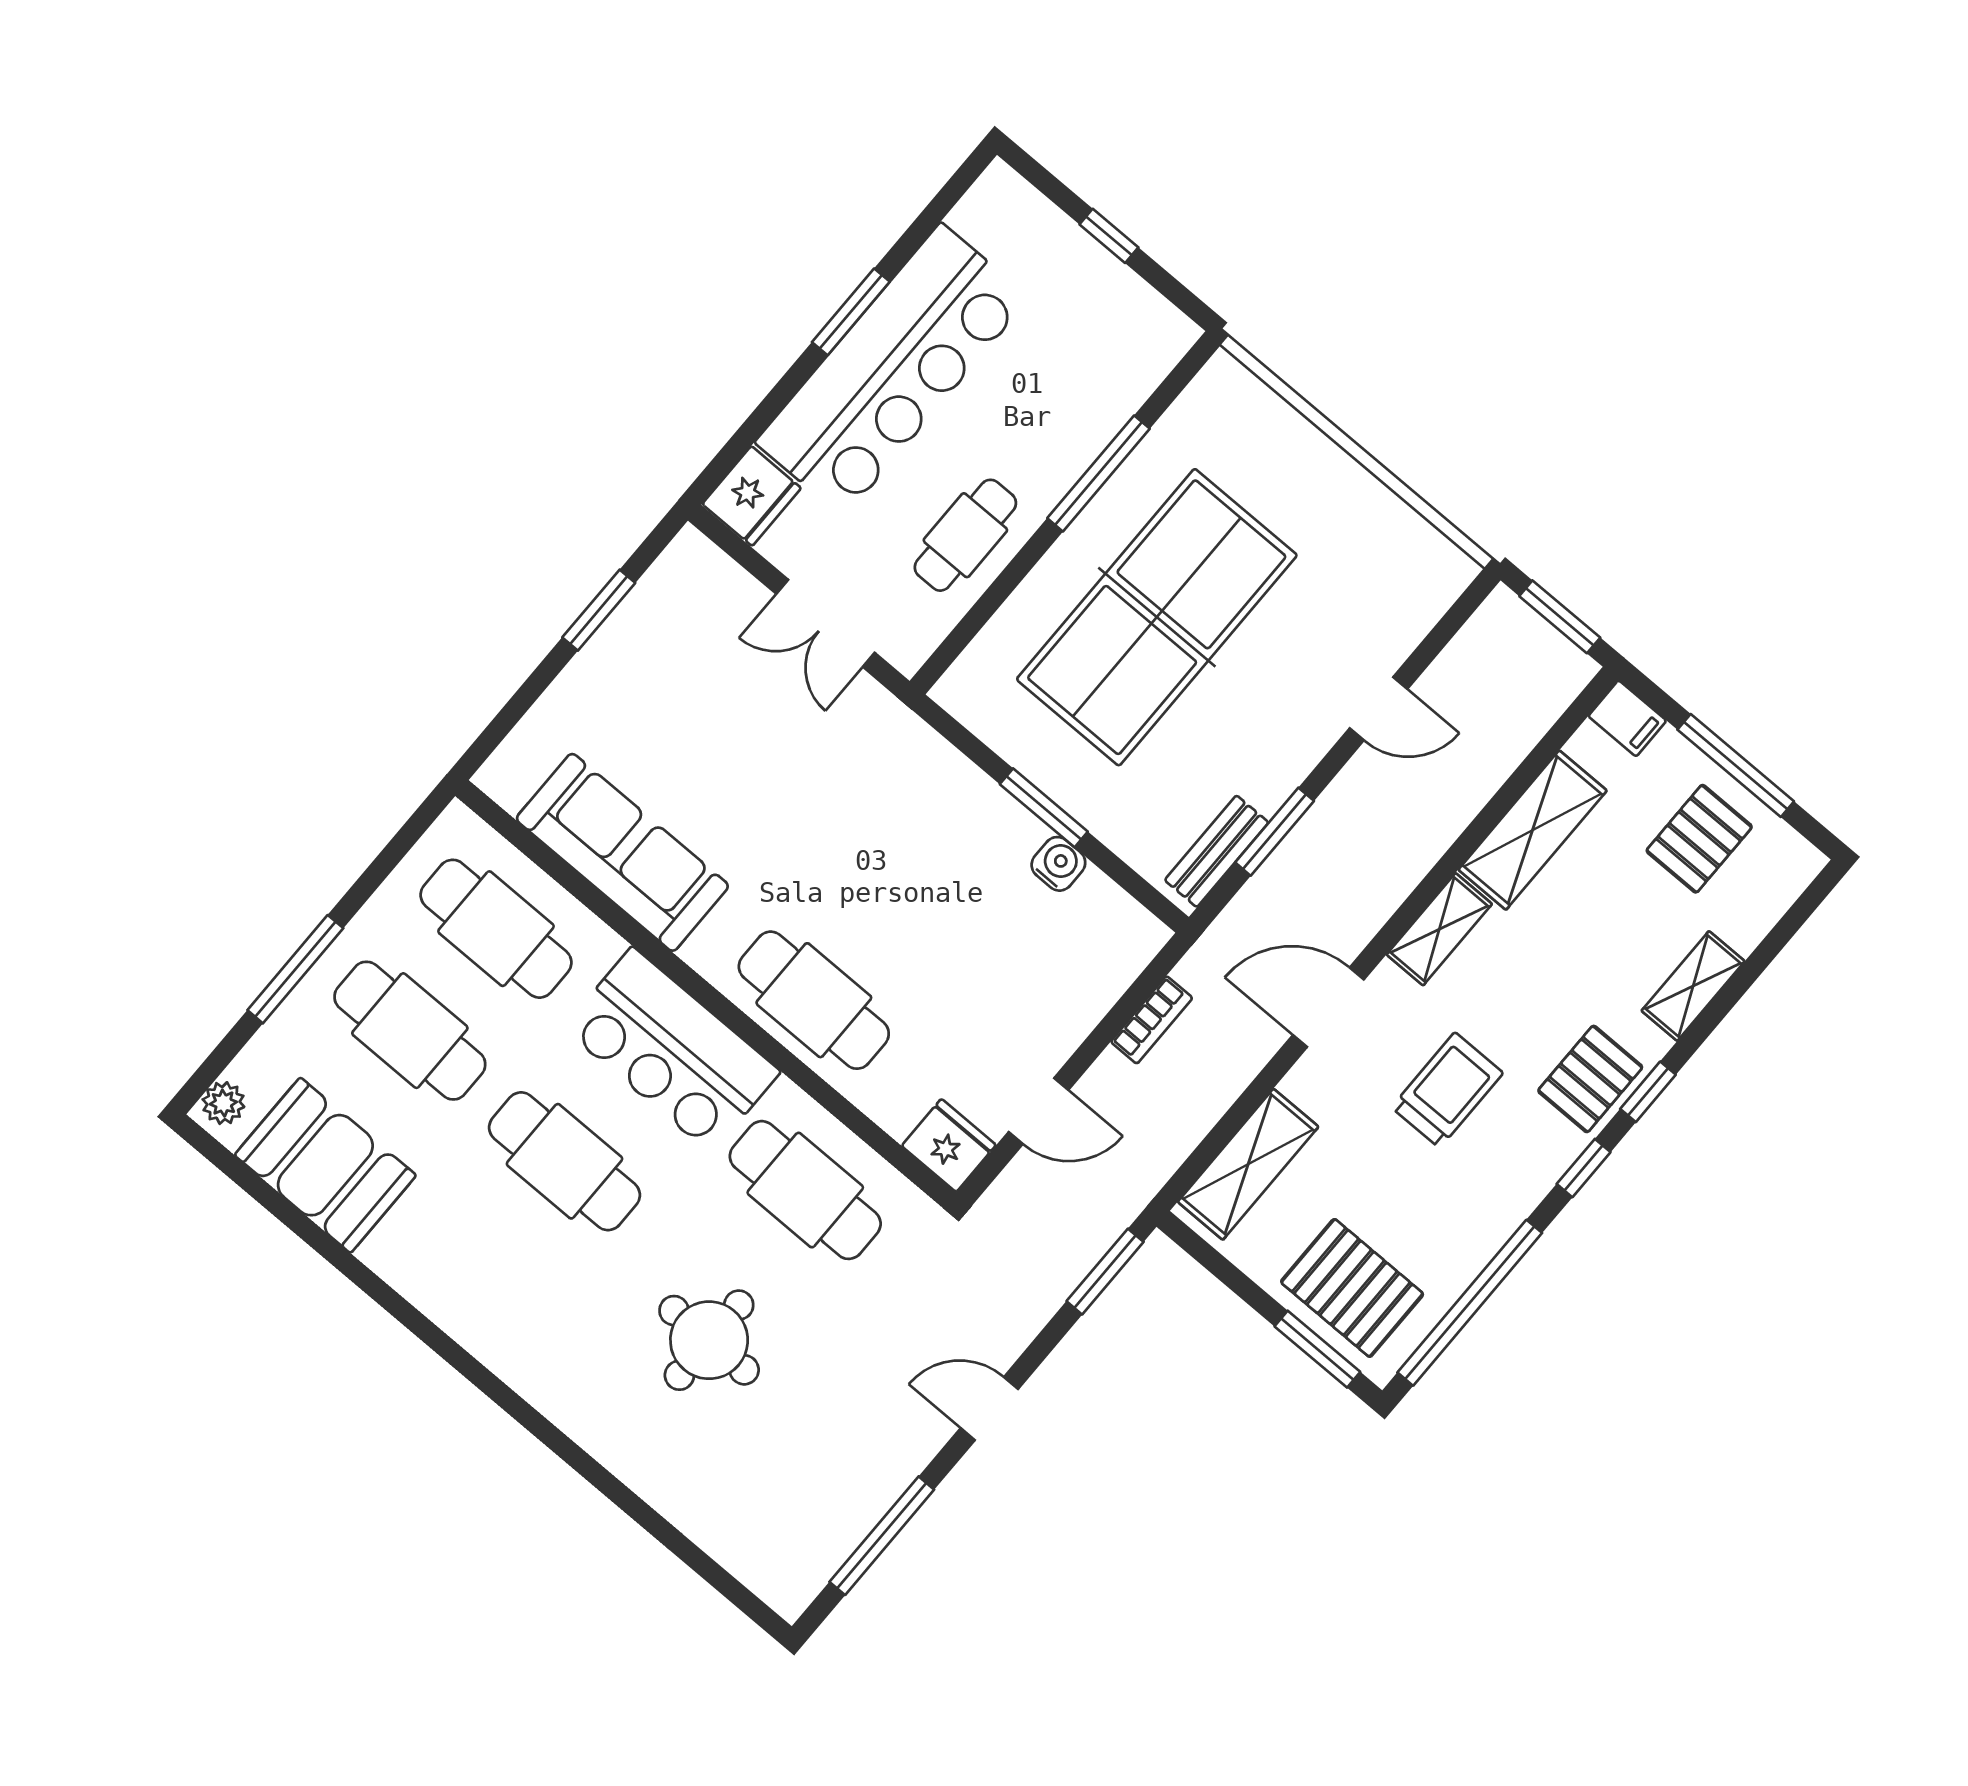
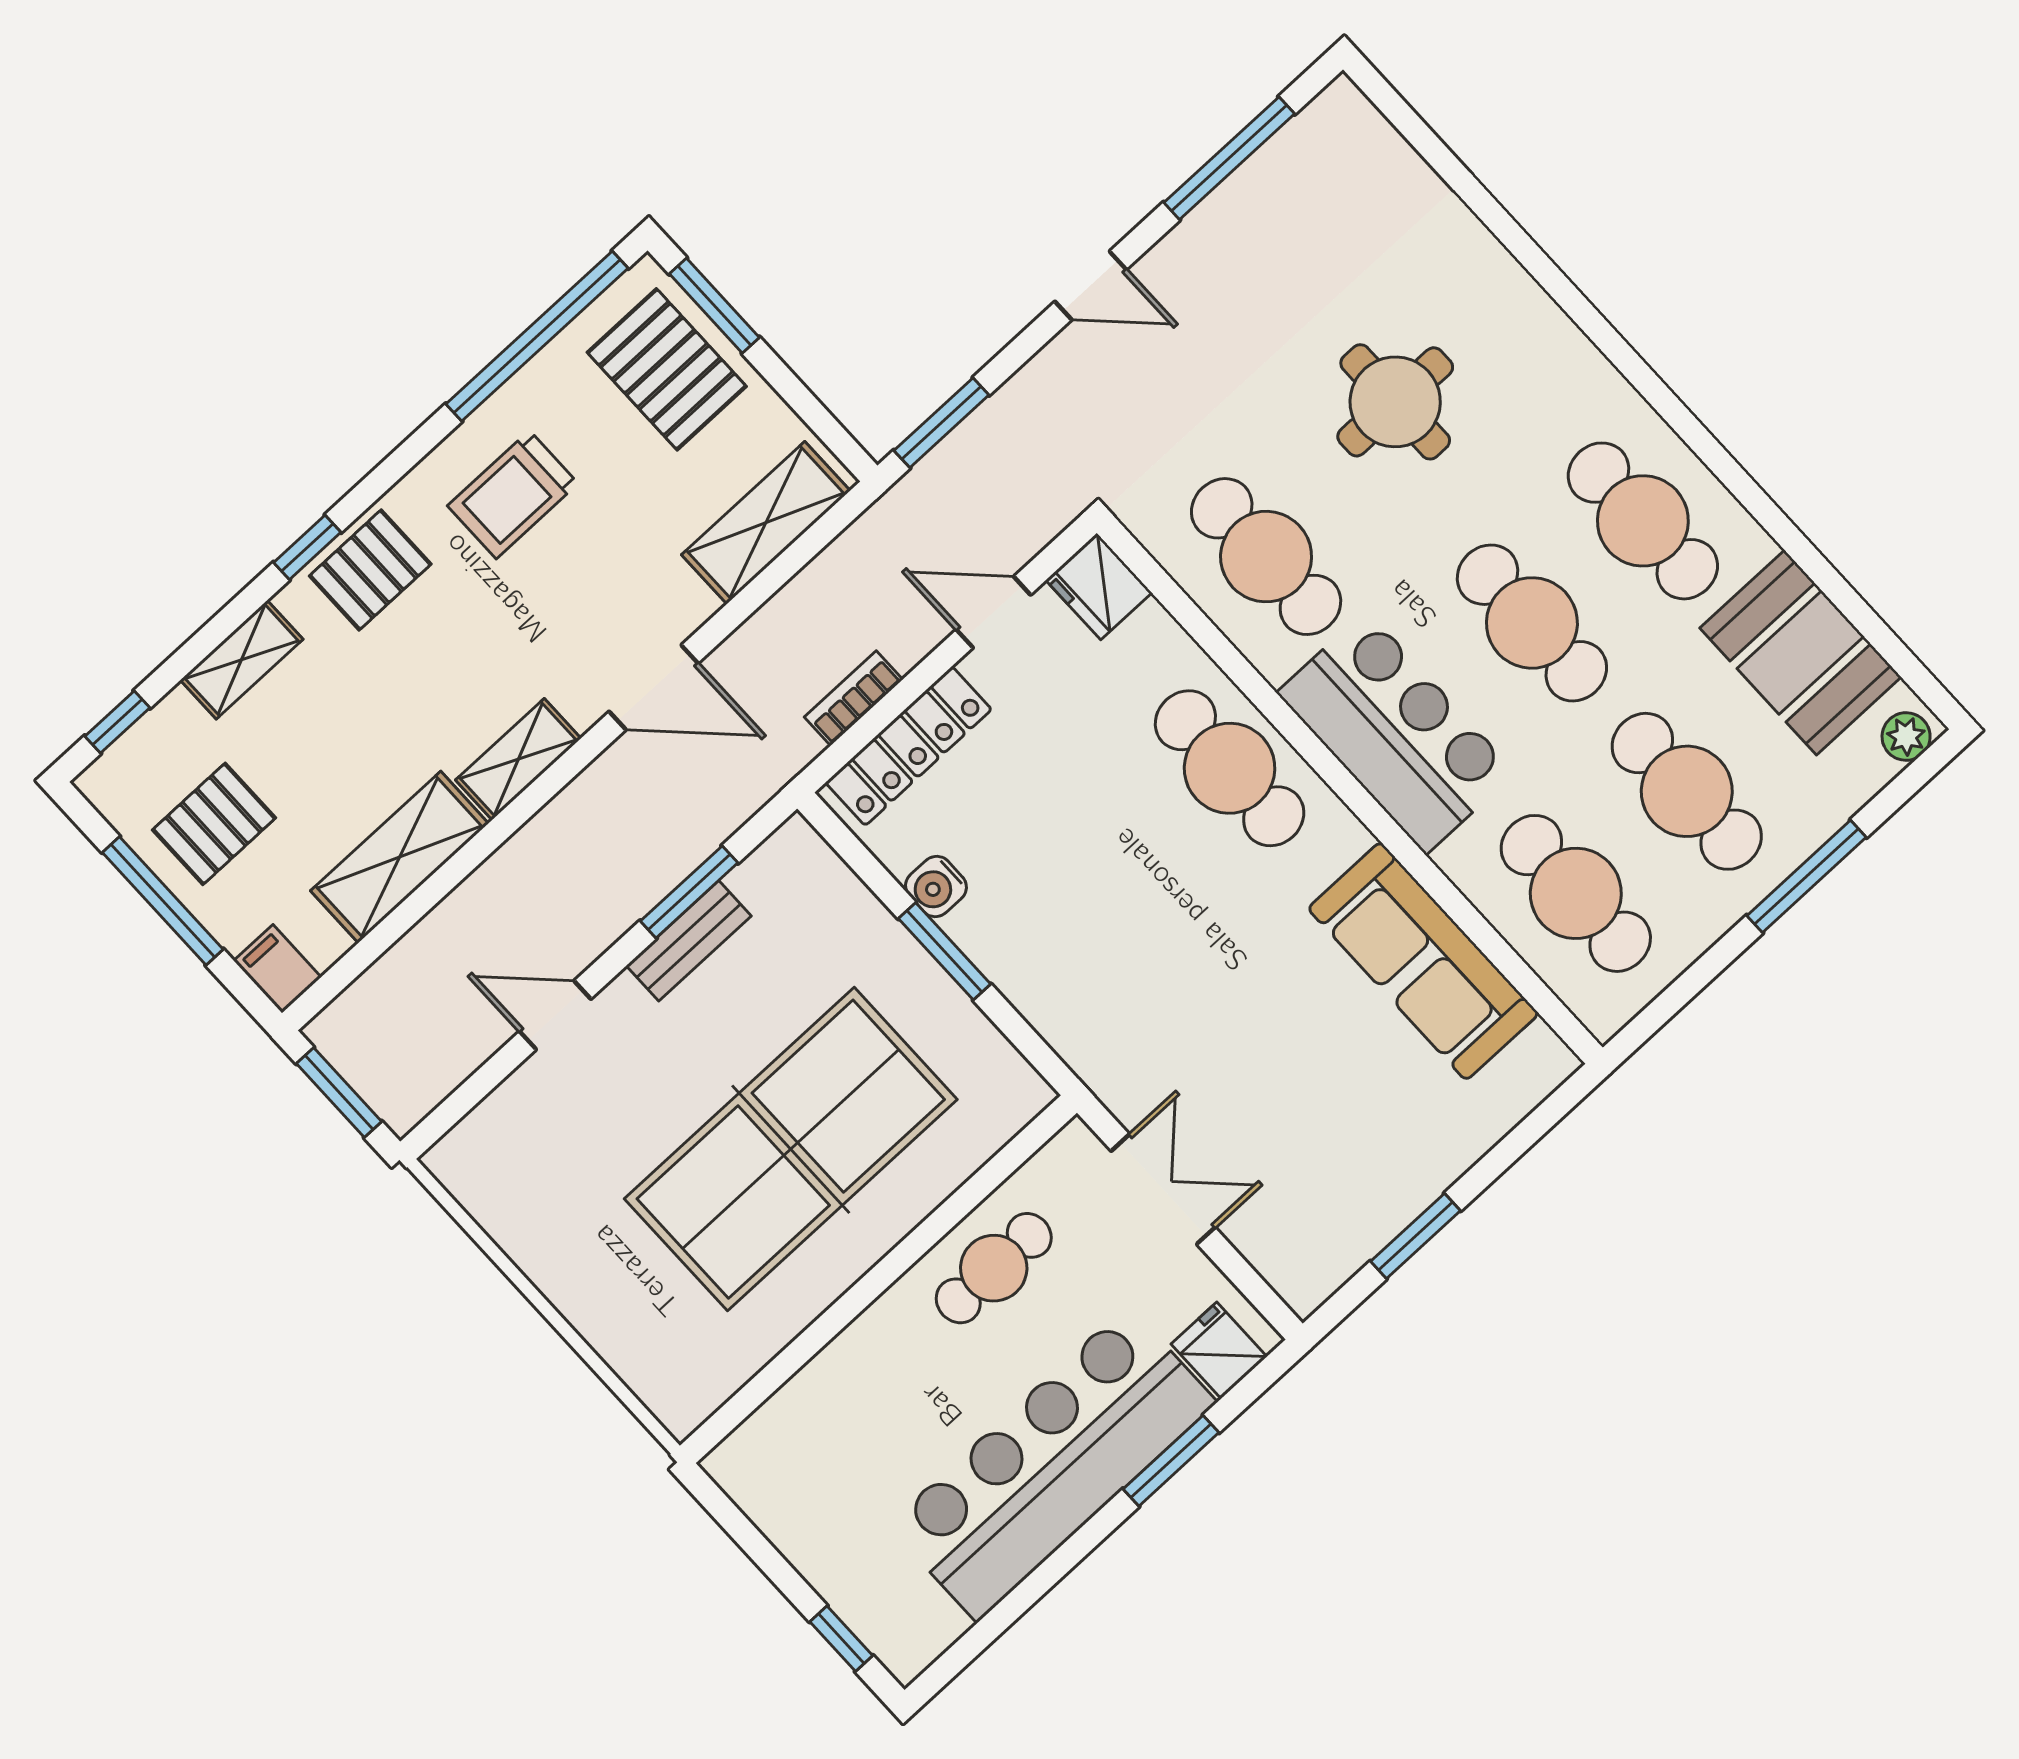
window: (1109, 236) -> (841, 1639), moved
window: (851, 312) -> (1171, 1461), moved
window: (1099, 473) -> (836, 1318), removed
fridge: (752, 496) -> (1219, 1350), width x0.72
bench: (1217, 851) -> (689, 941), moved
locker: (1098, 984) -> (909, 746), added
trolley: (1447, 1090) -> (513, 495), moved
window: (1584, 1168) -> (117, 722), moved
cafe table: (478, 1263) -> (1643, 521), added

